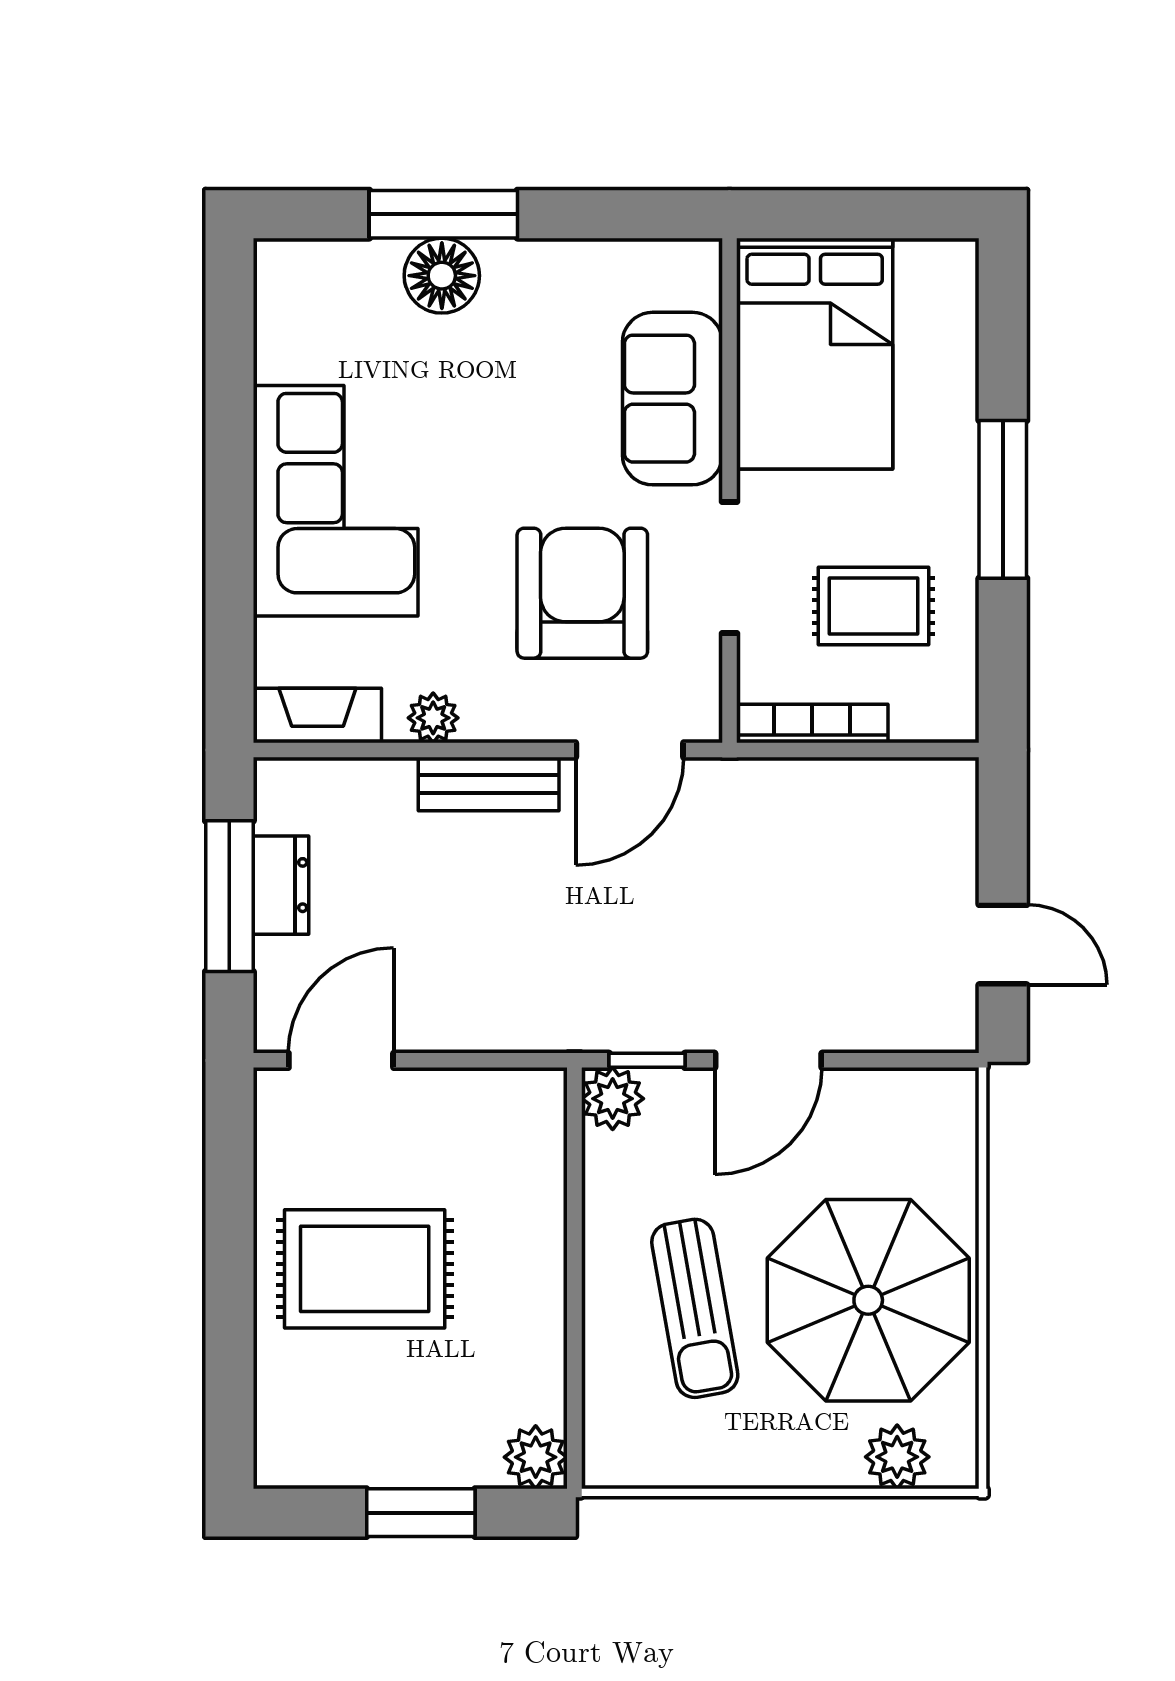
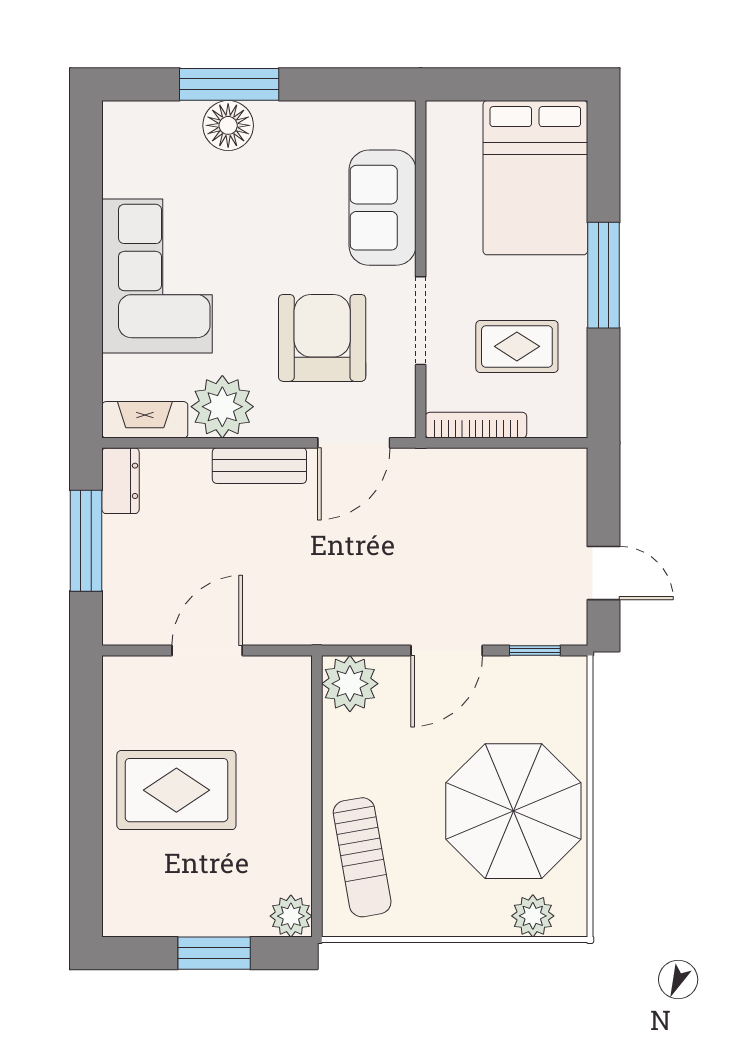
bed: (815, 354) -> (535, 178), moved
plant: (433, 718) -> (222, 407), width x1.88, depth x1.88
dresser: (281, 885) -> (121, 481), moved
door: (341, 1060) -> (207, 651), moved
window: (647, 1060) -> (535, 651), moved
plant: (613, 1099) -> (350, 684), width x1.36, depth x1.36
sun lounger: (695, 1308) -> (362, 857), moved

